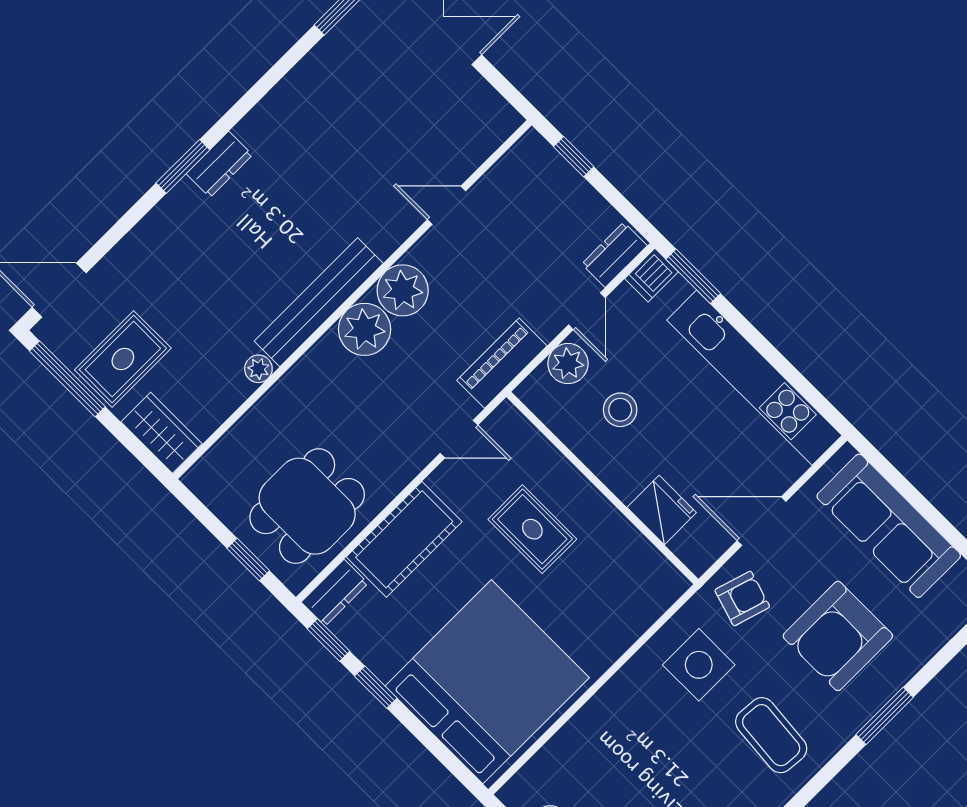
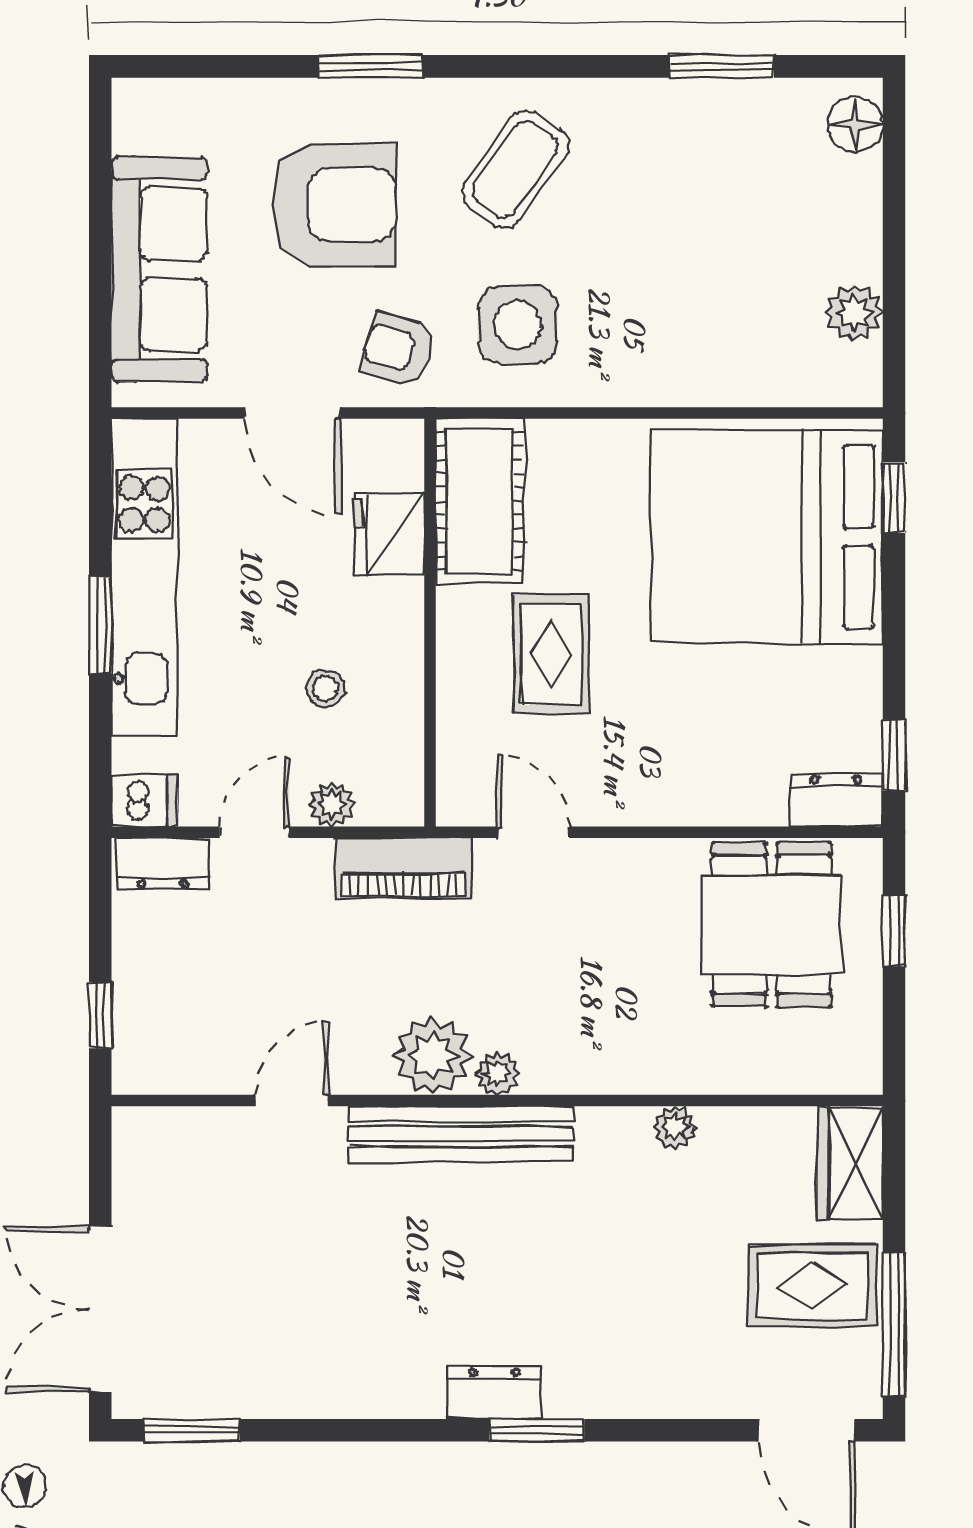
door: (447, 205) -> (292, 1100), swing flipped
window: (693, 276) -> (100, 625), moved
bench: (319, 302) -> (461, 1134), moved
plant: (365, 329) -> (498, 1073), width x0.53, depth x0.53
plant: (568, 364) -> (332, 804), width x0.73, depth x0.73
stool: (620, 410) -> (325, 688), width x0.73, depth x0.73
dining table: (307, 506) -> (772, 925), turned 90
cot: (404, 539) -> (480, 501), moved, turned 90
window: (376, 687) -> (894, 498), moved
coffee table: (771, 735) -> (515, 169), turned 30

